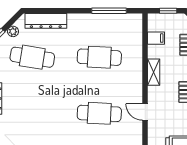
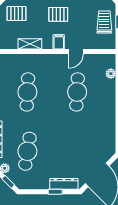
filing cabinet: (156, 38) -> (59, 42), moved
shelving: (154, 72) -> (30, 44), moved

